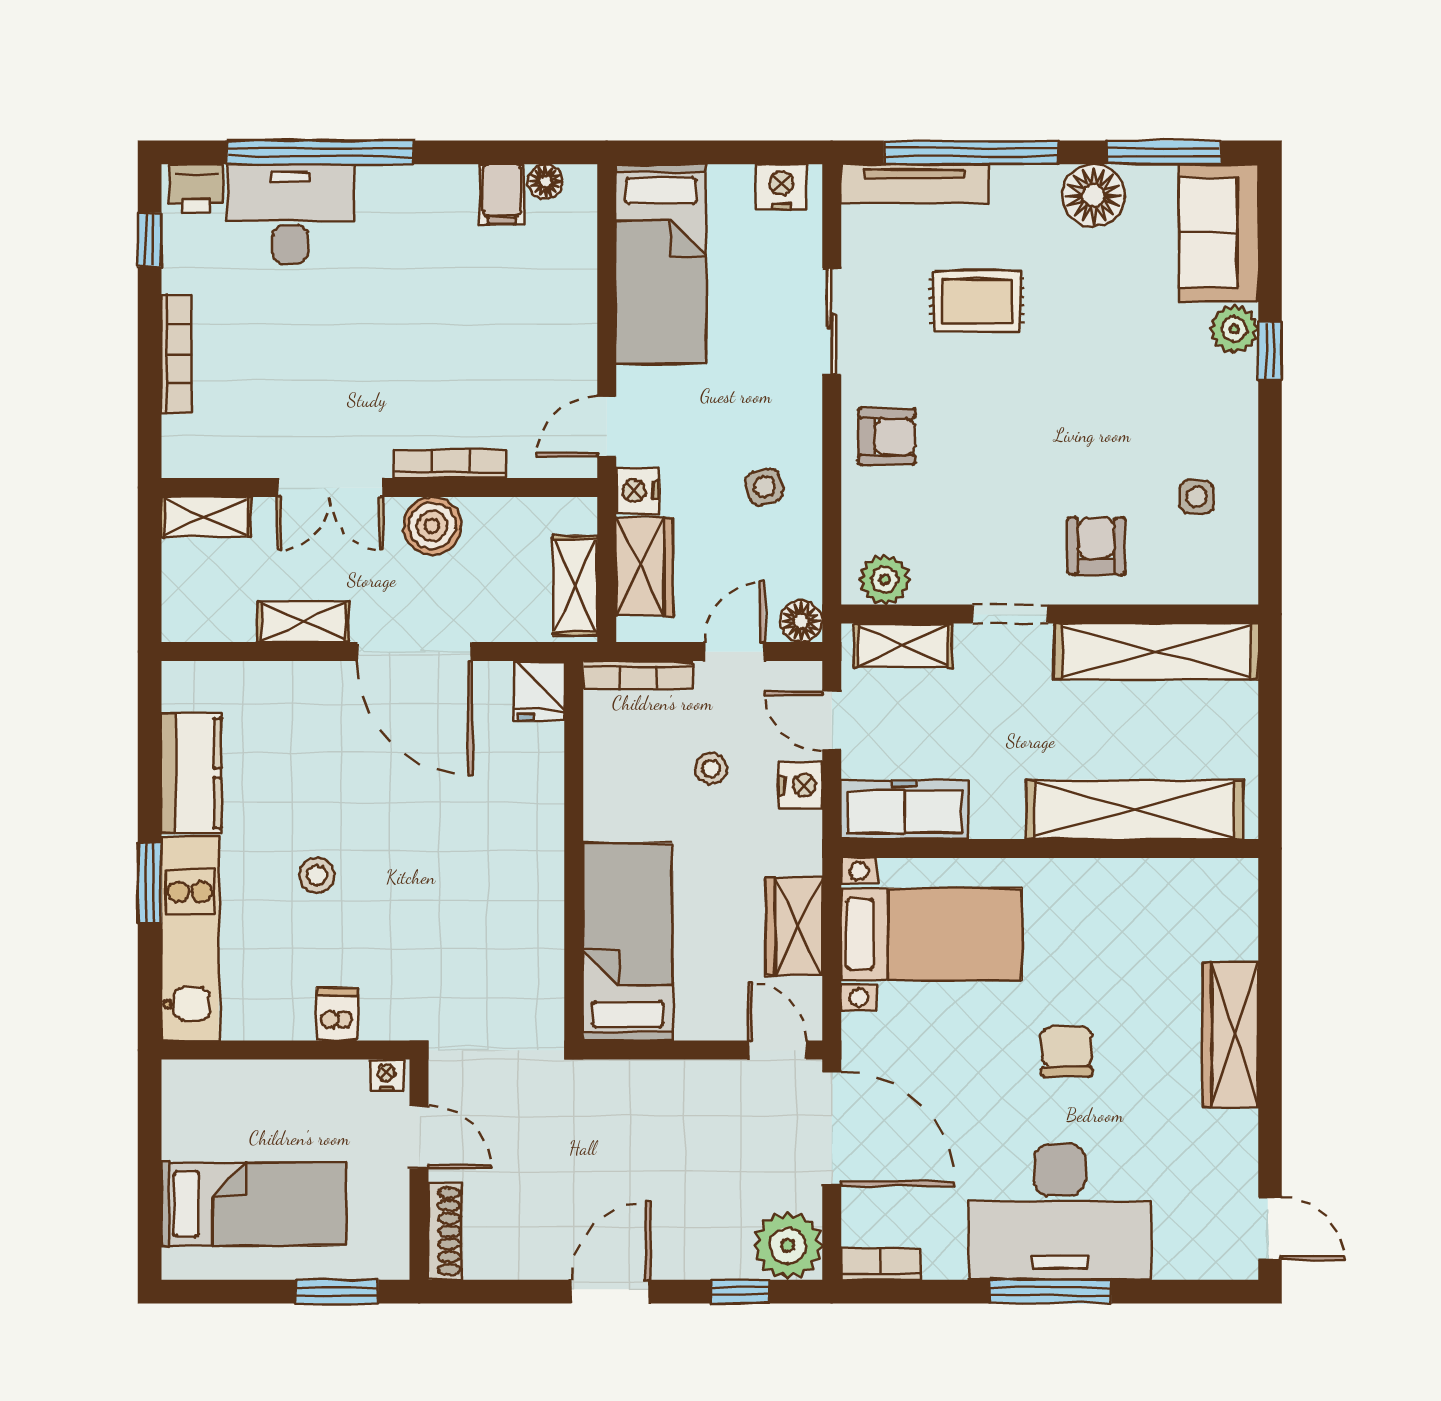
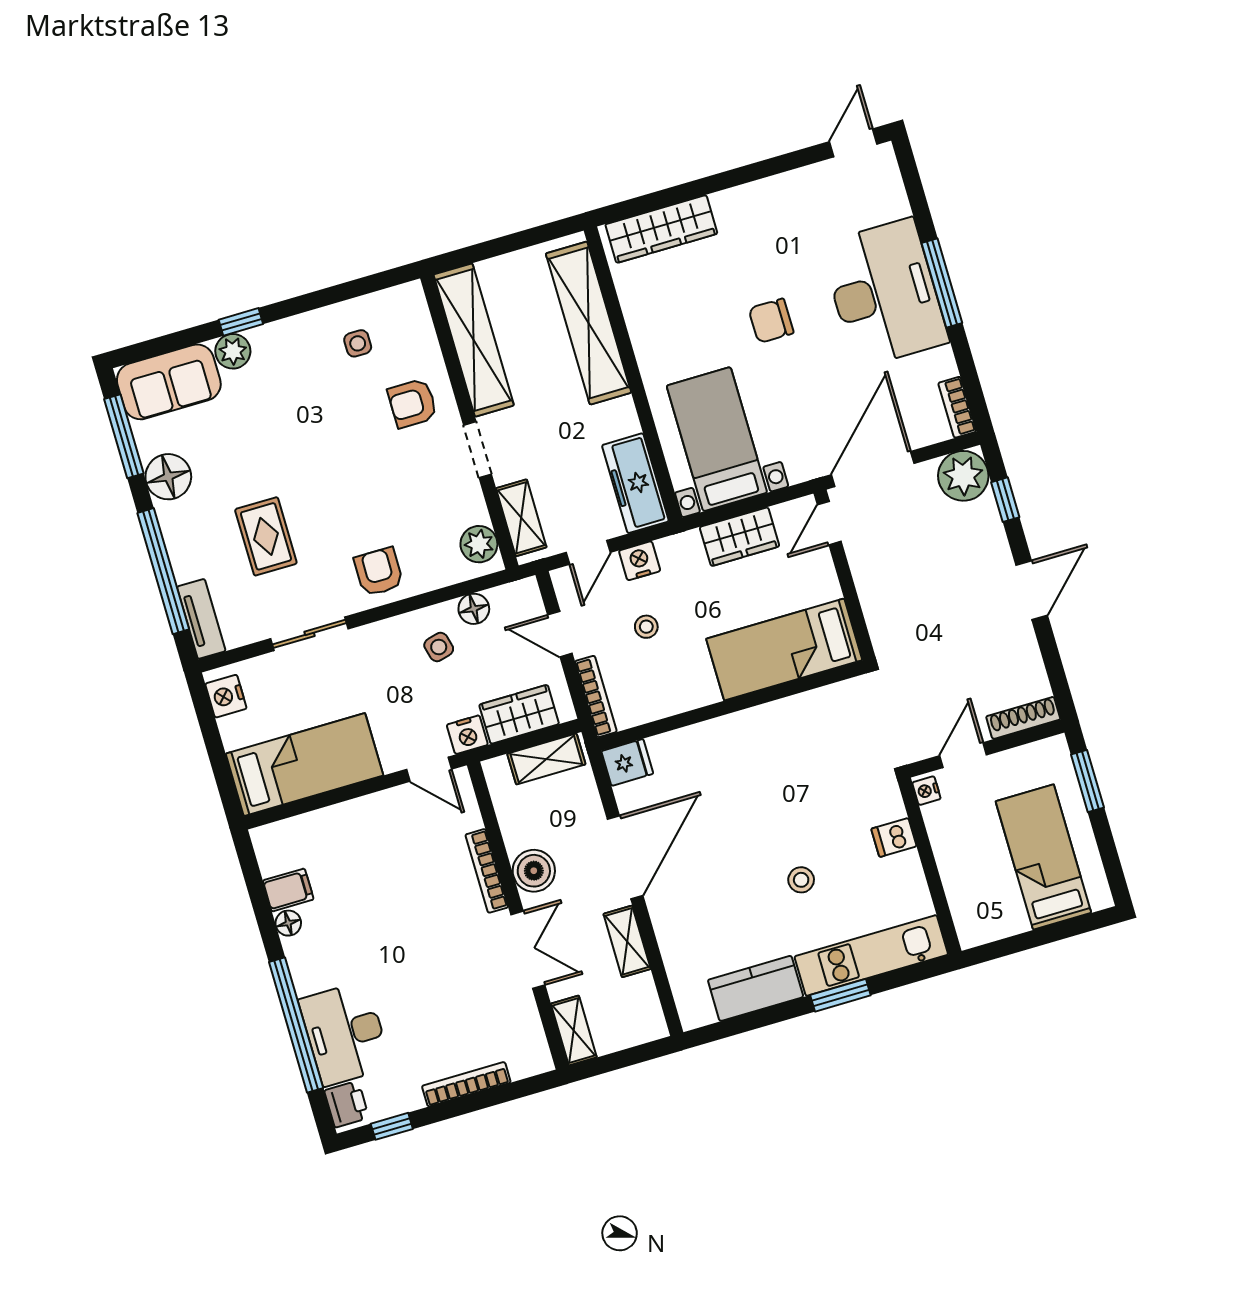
floor lamp: (545, 181) -> (288, 923), moved
tv unit: (914, 184) -> (201, 619), width x0.71
floor lamp: (801, 621) -> (474, 609), moved
wardrobe: (1230, 1035) -> (661, 229), moved
door: (611, 1292) -> (1032, 590), swing flipped

